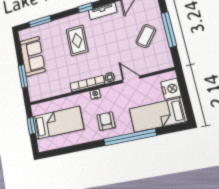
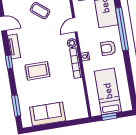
window: (23, 76) -> (65, 124), removed

